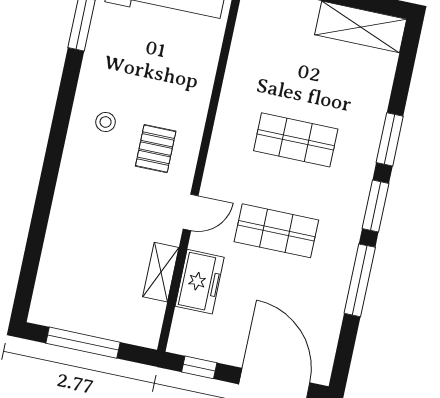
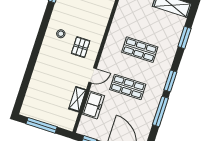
window: (390, 139) -> (184, 37), moved

